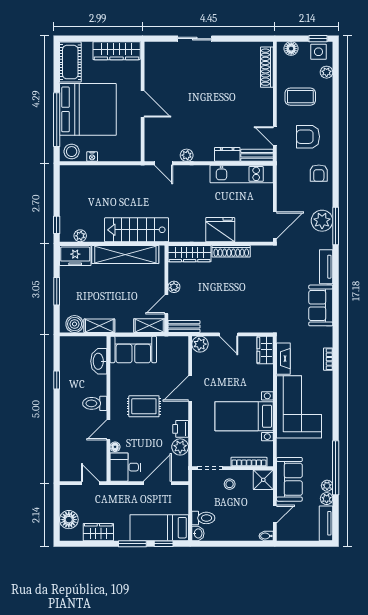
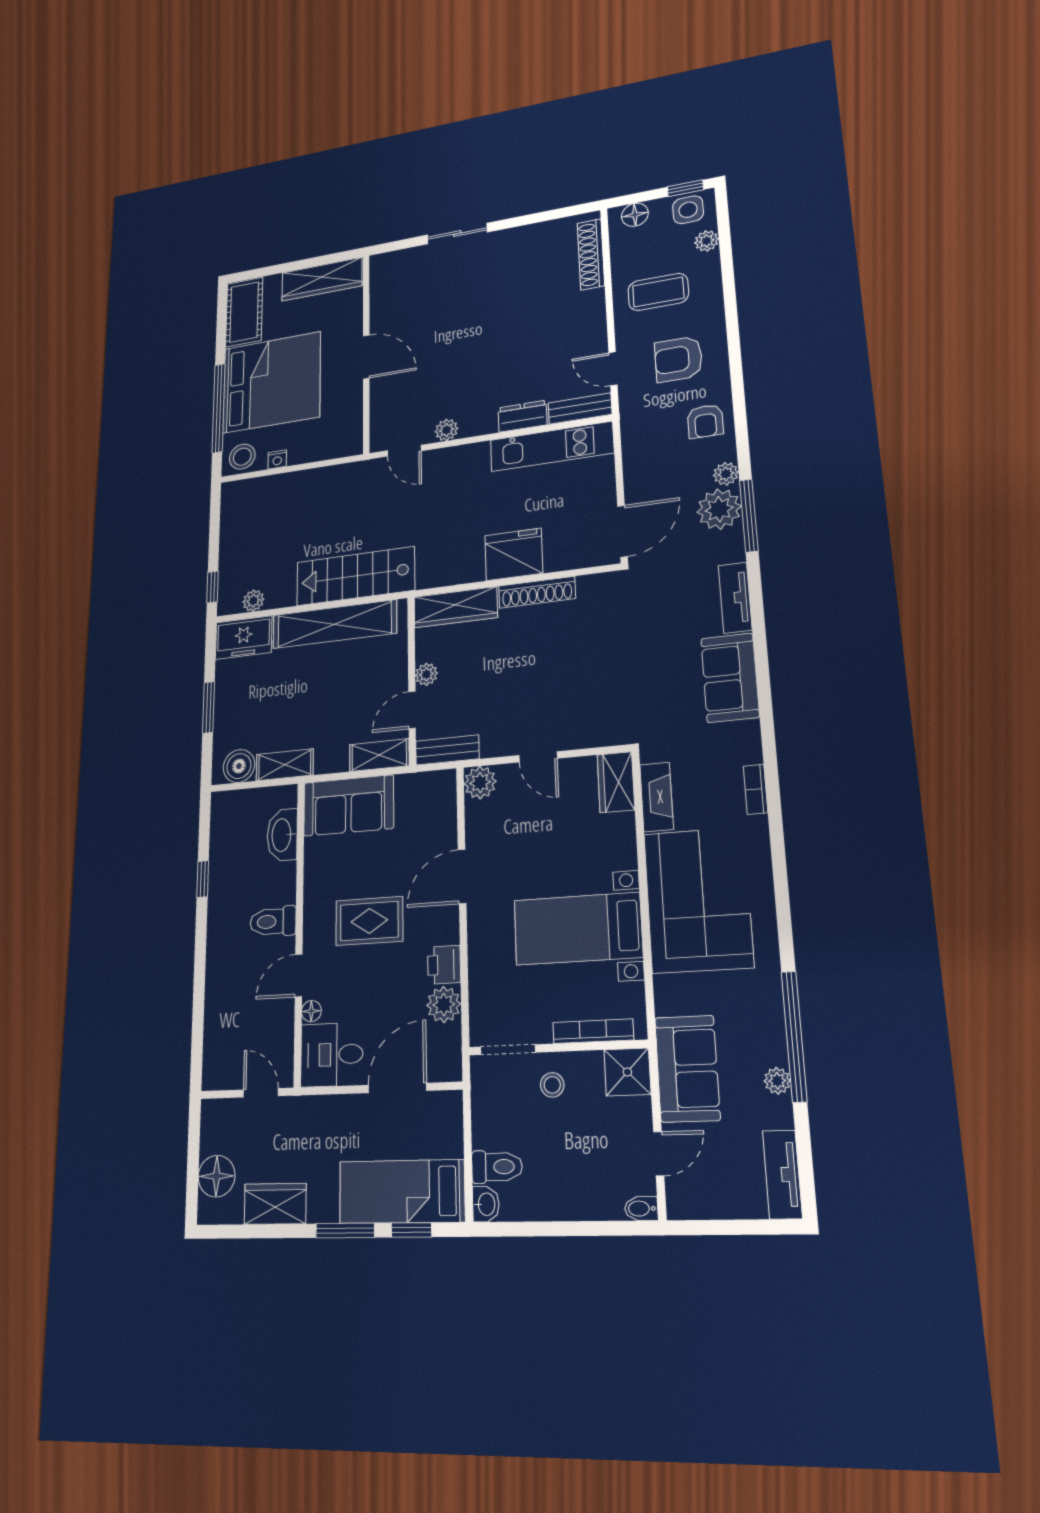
plant: (327, 499) -> (726, 474), moved

